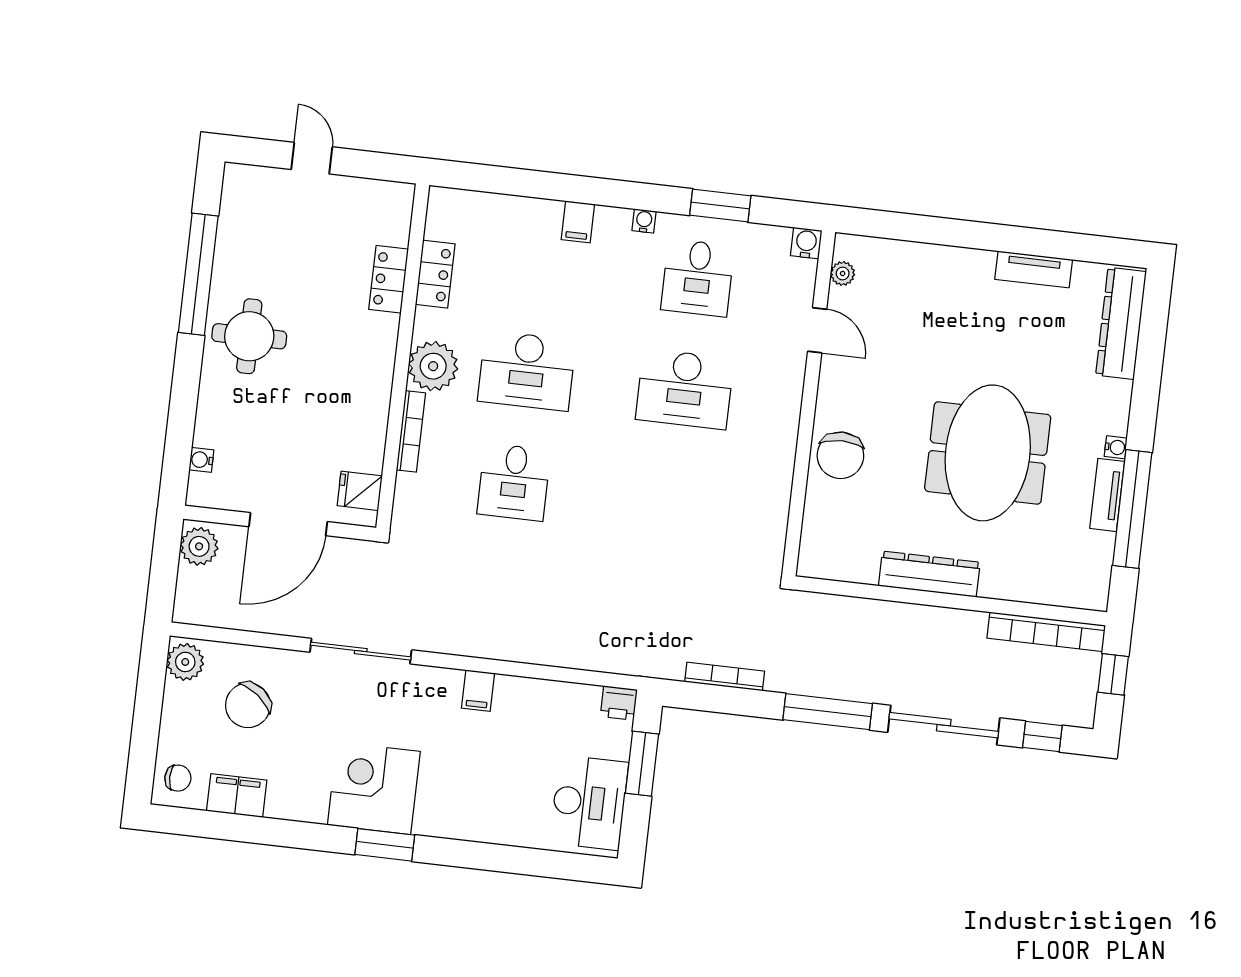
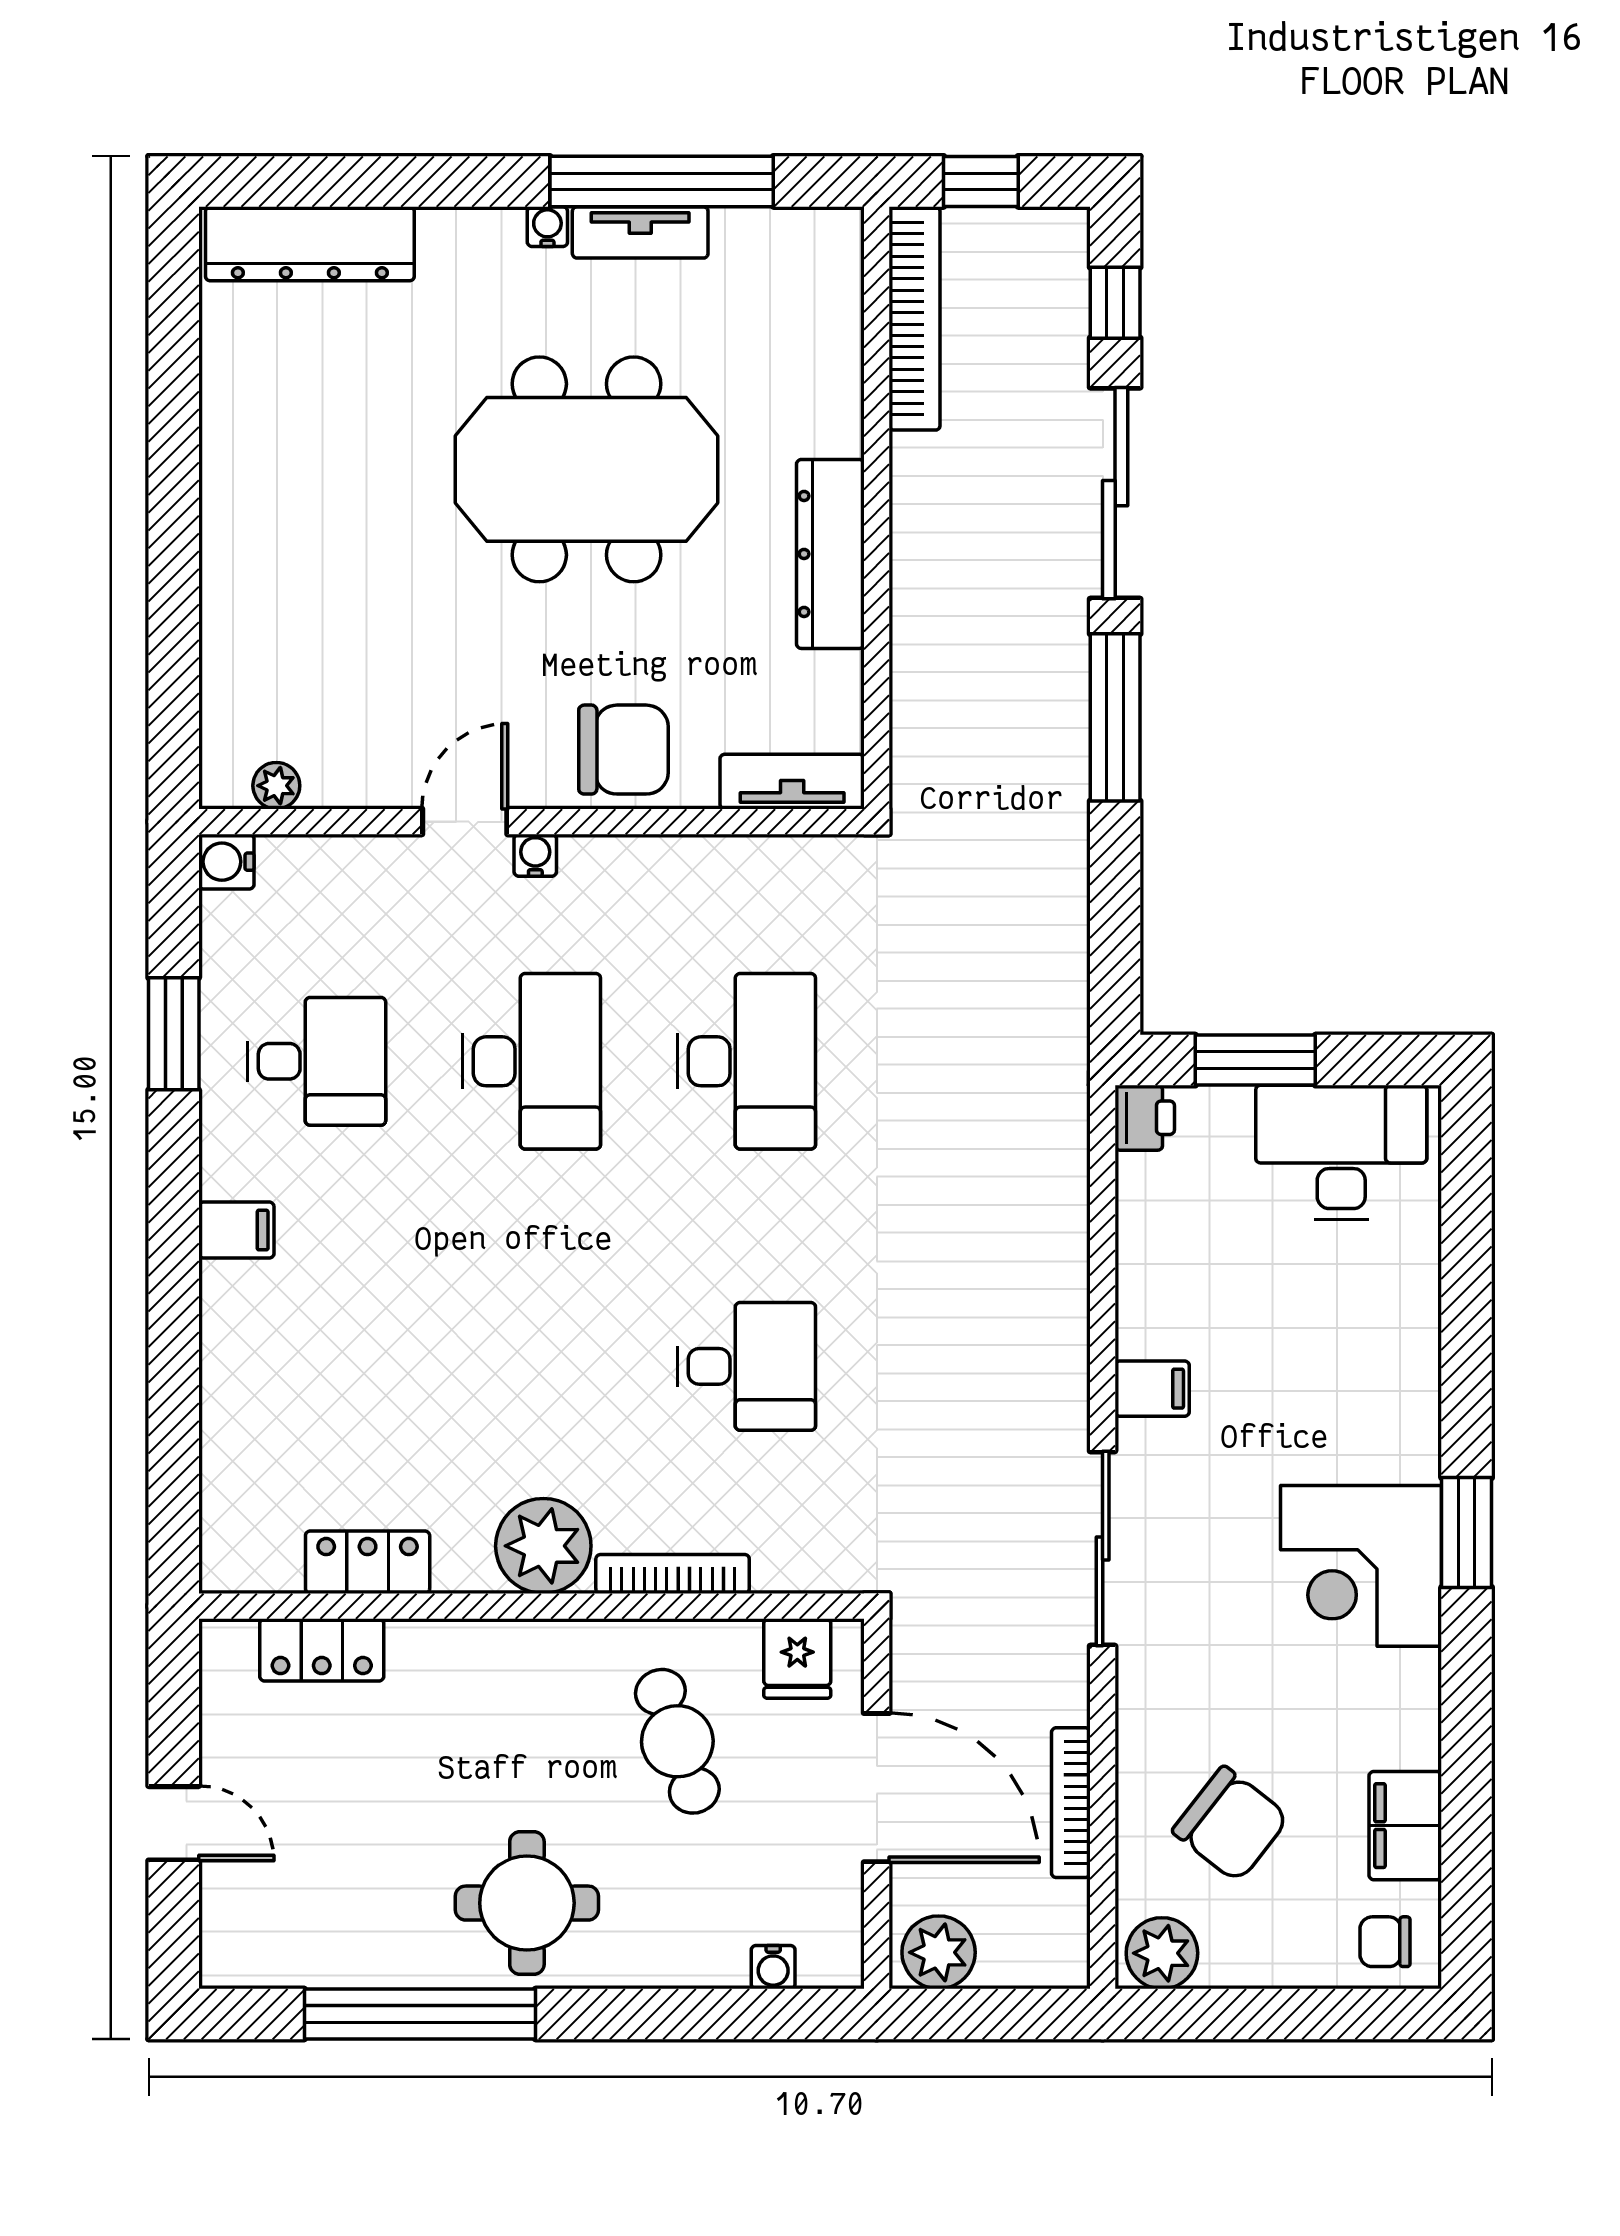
door: (312, 158) -> (174, 1823), swing flipped
water cooler: (644, 221) -> (535, 855), moved, turned 90
filing cabinet: (578, 222) -> (236, 1230), moved
tv unit: (1034, 269) -> (792, 782), moved, turned -90
locker: (389, 279) -> (322, 1650), moved
door: (817, 330) -> (465, 822), moved
desk: (527, 371) -> (746, 1061), moved
cafe table: (324, 424) -> (677, 1741), added
sliding door: (361, 651) -> (1103, 1548), moved
bookcase: (725, 677) -> (1071, 1803), moved
chair: (178, 778) -> (1385, 1942), turned -90

